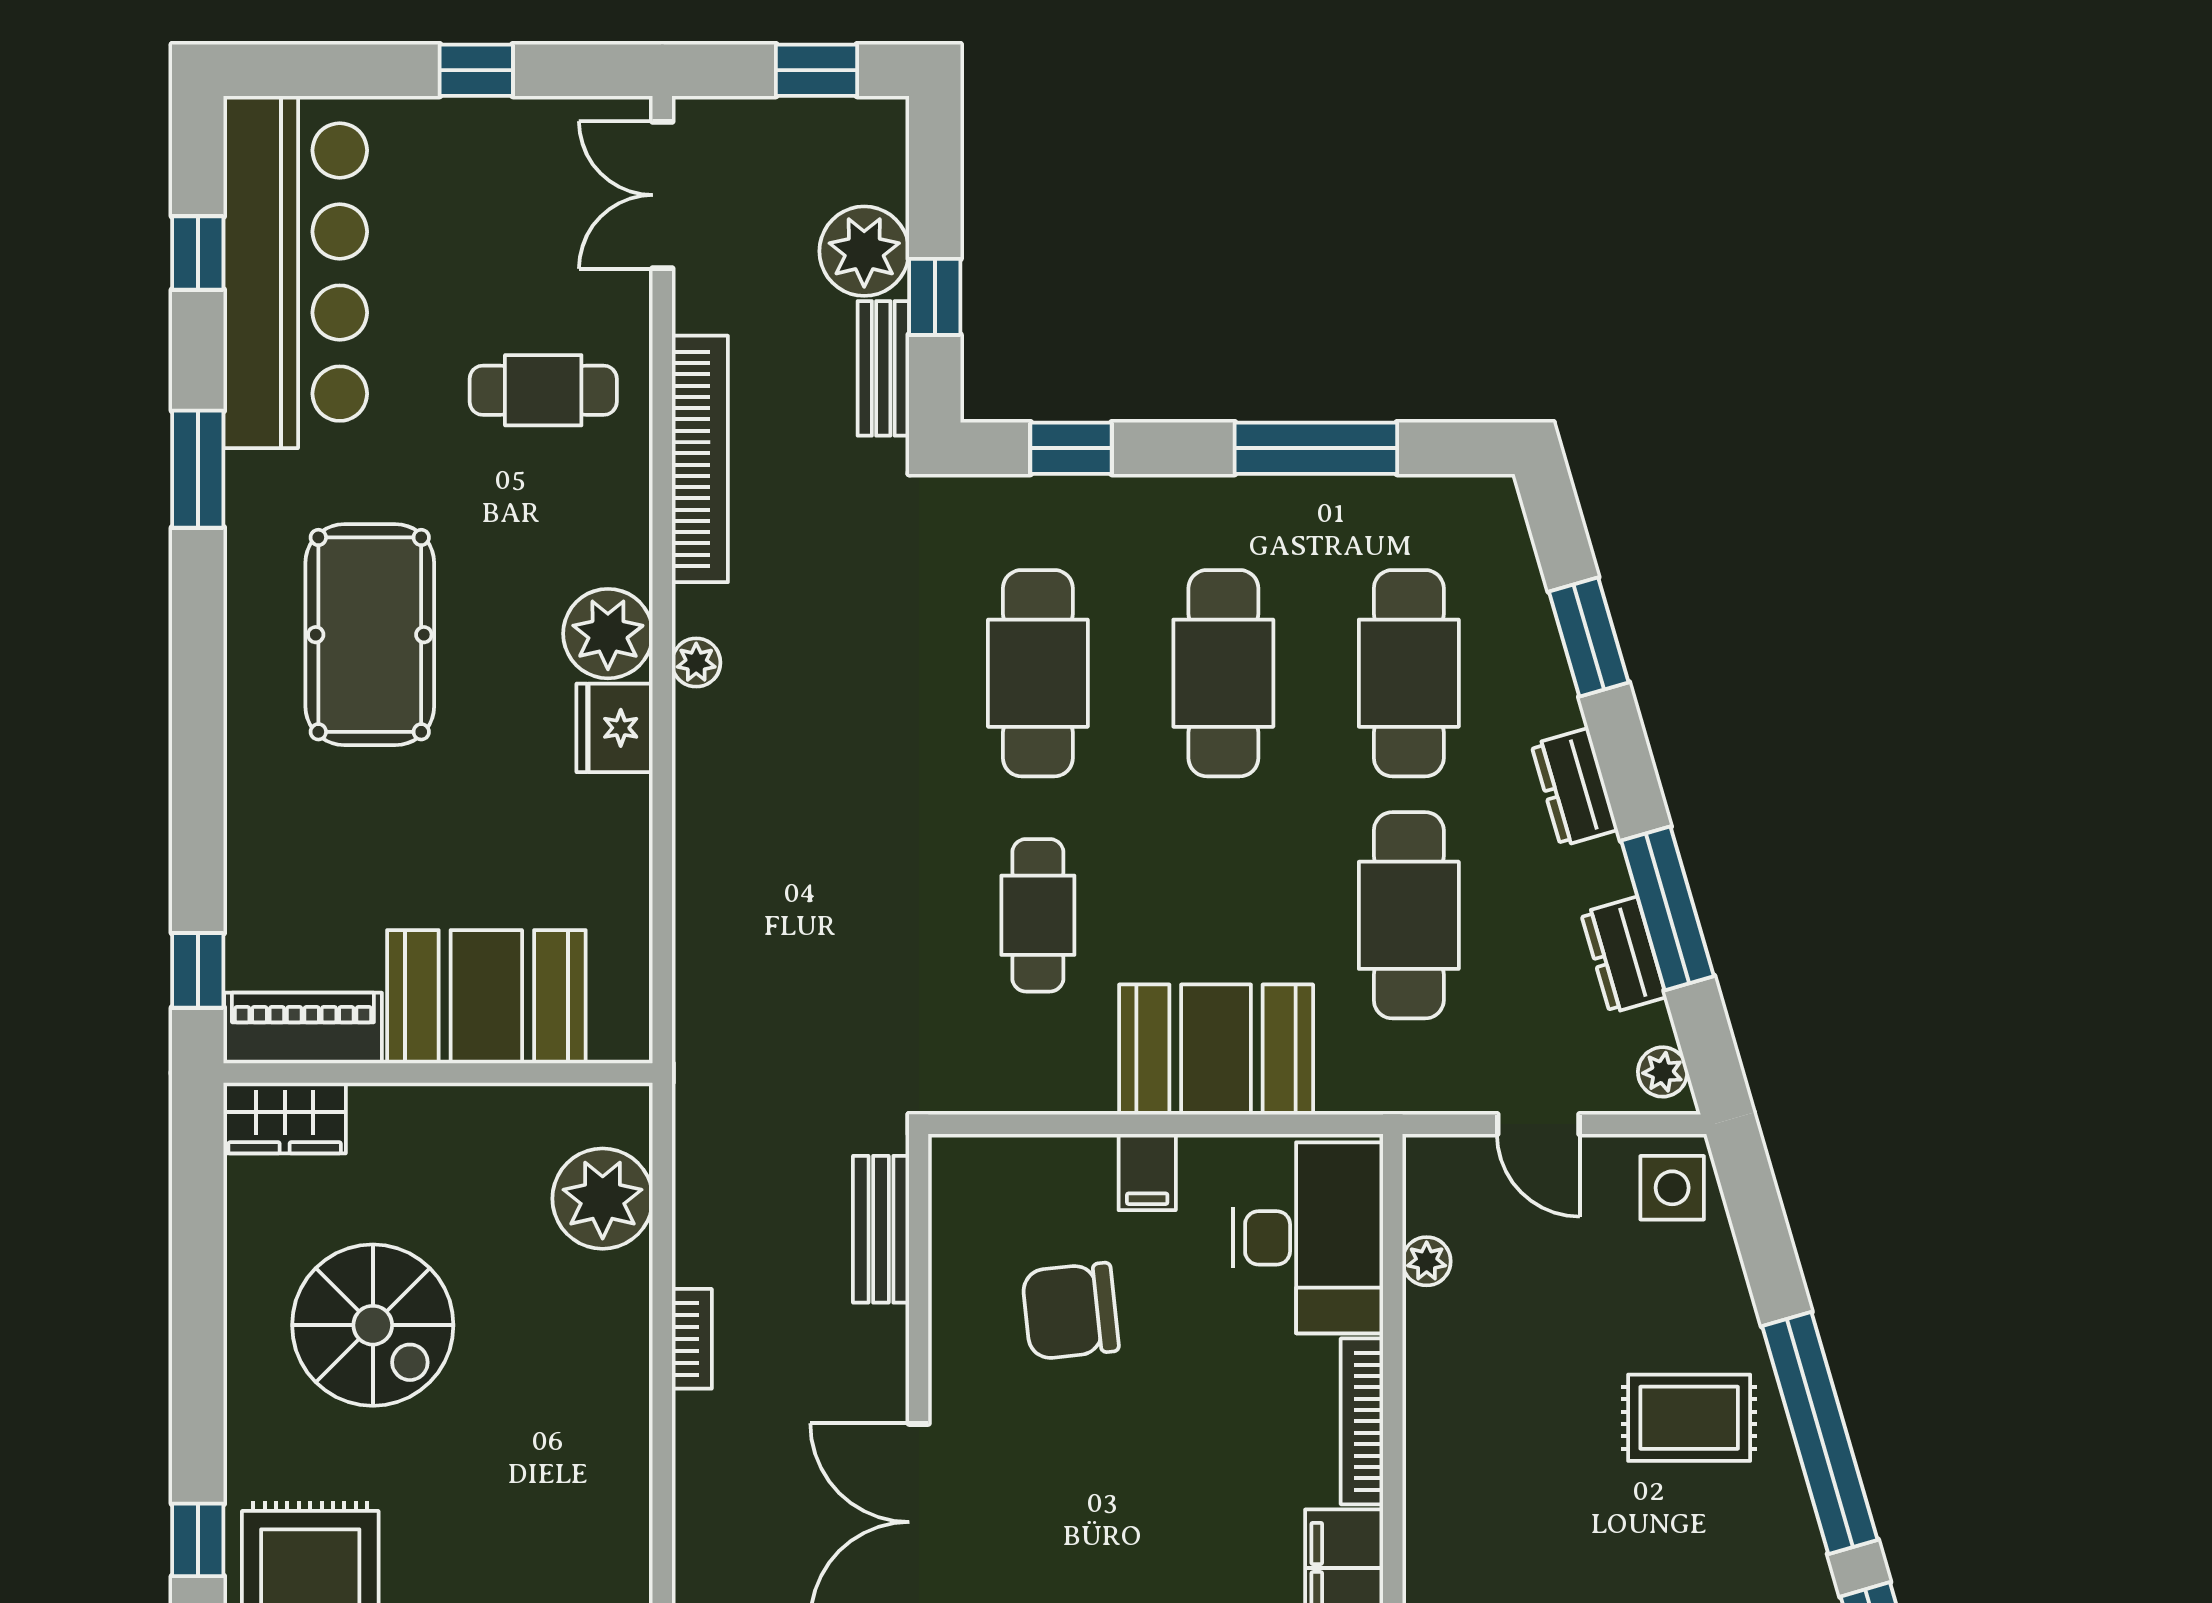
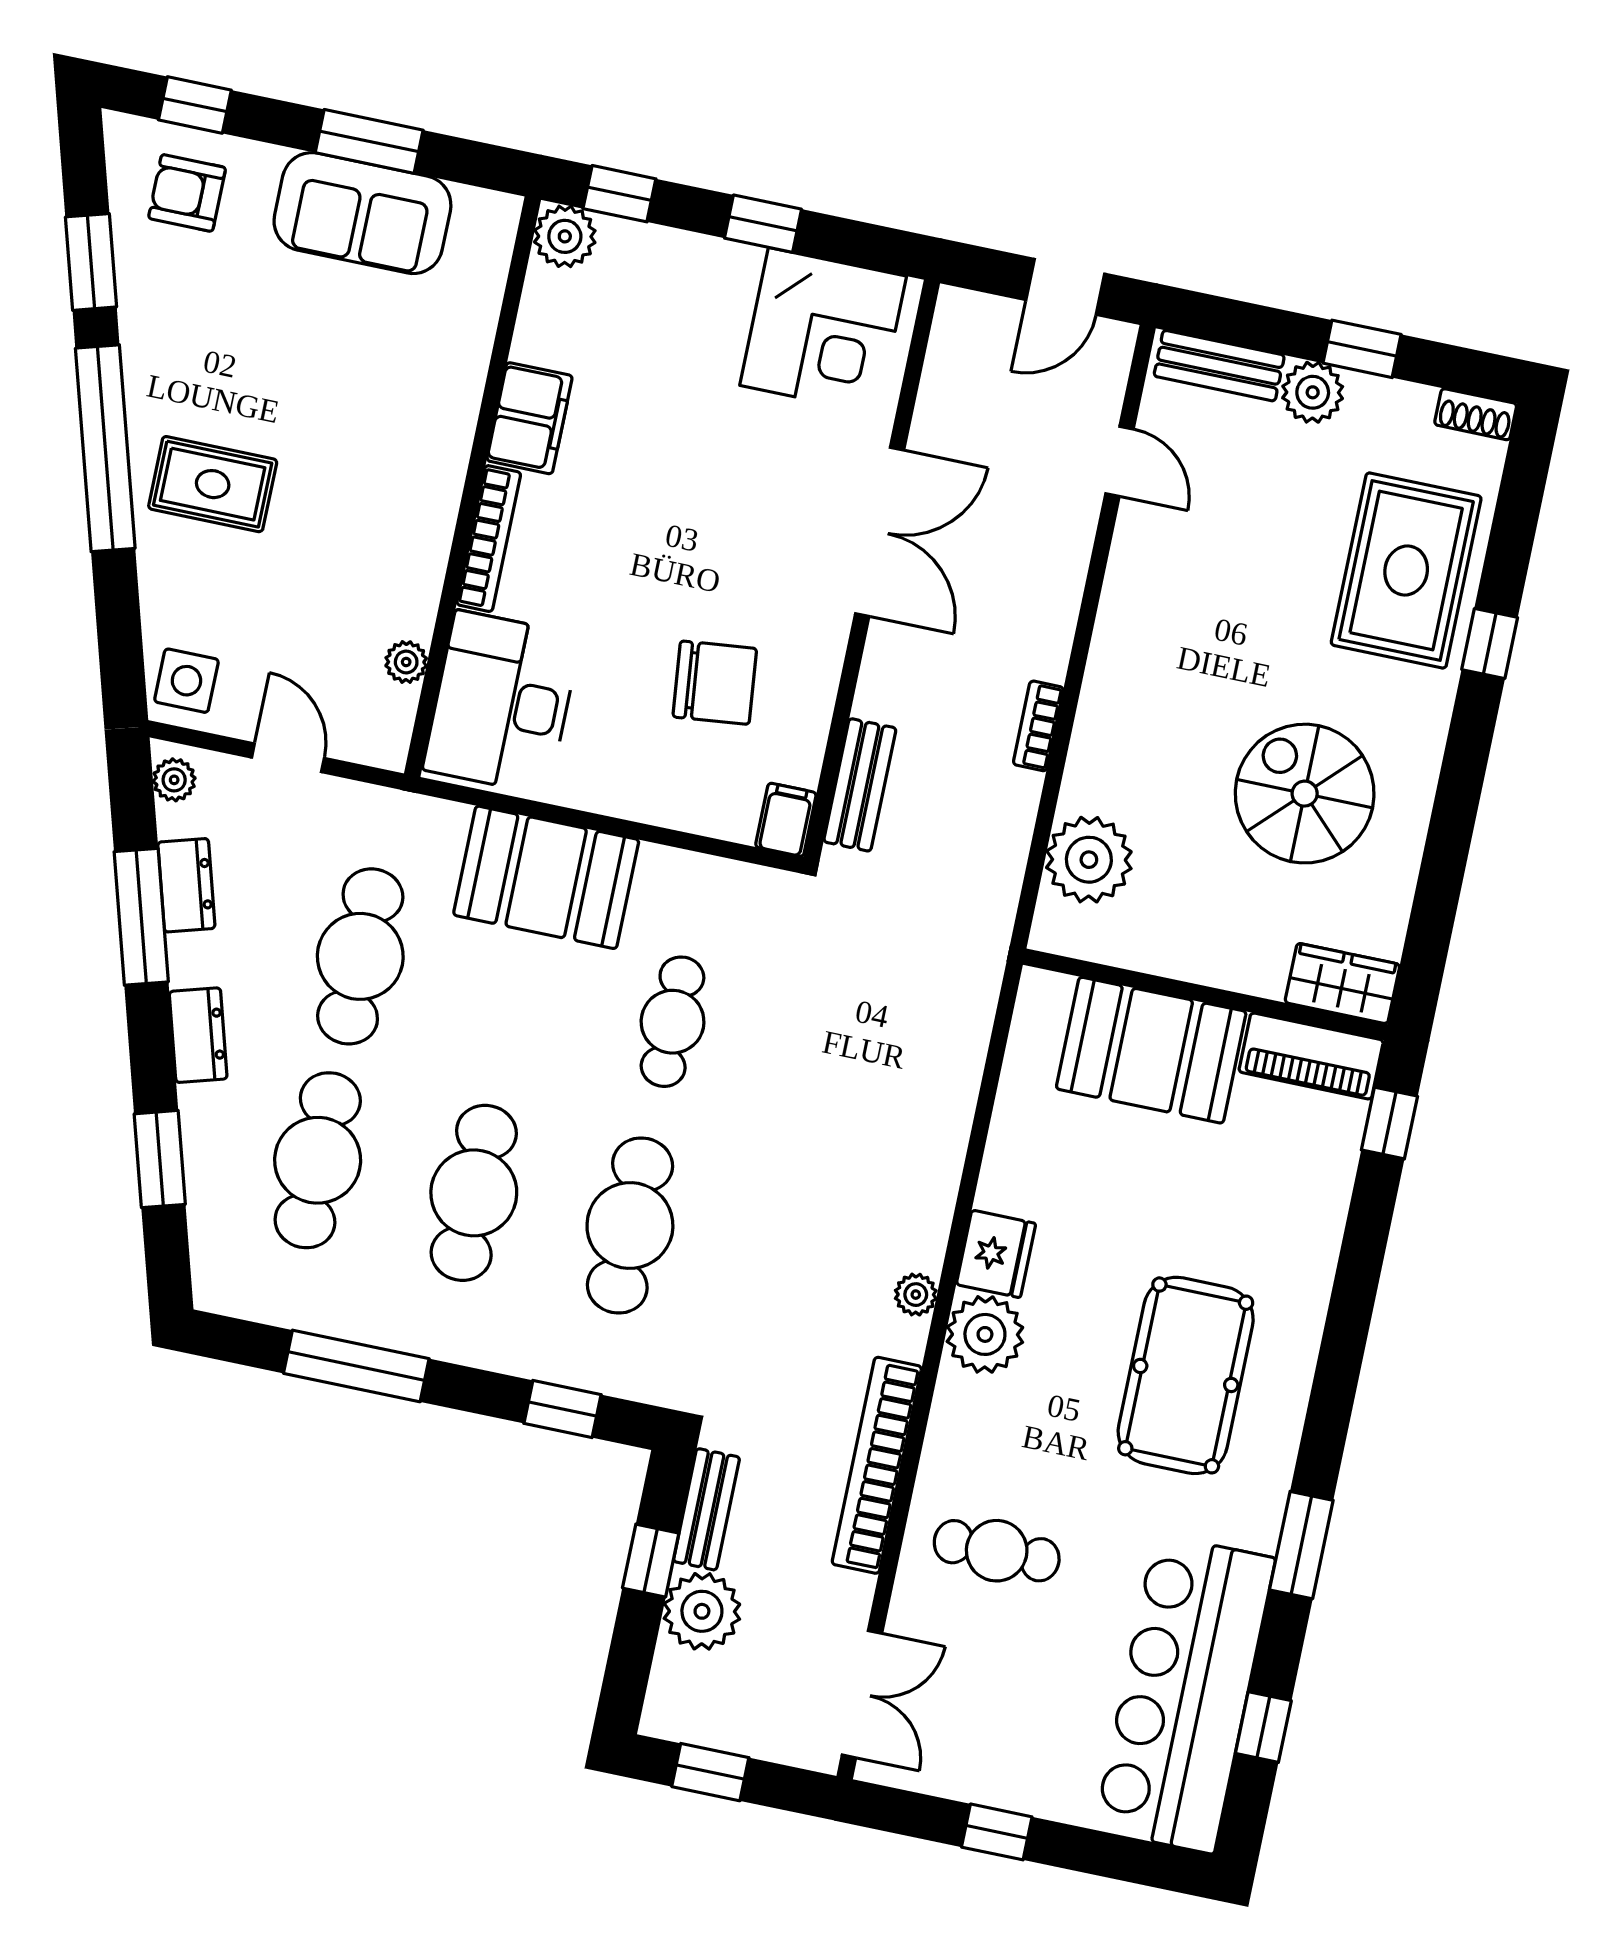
filing cabinet: (1147, 1172) -> (786, 820), moved

